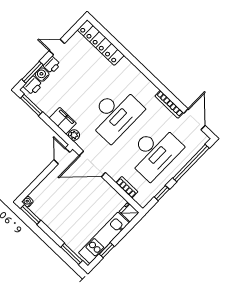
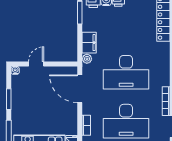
door: (62, 156) -> (36, 64), moved
window: (31, 214) -> (9, 99), moved

